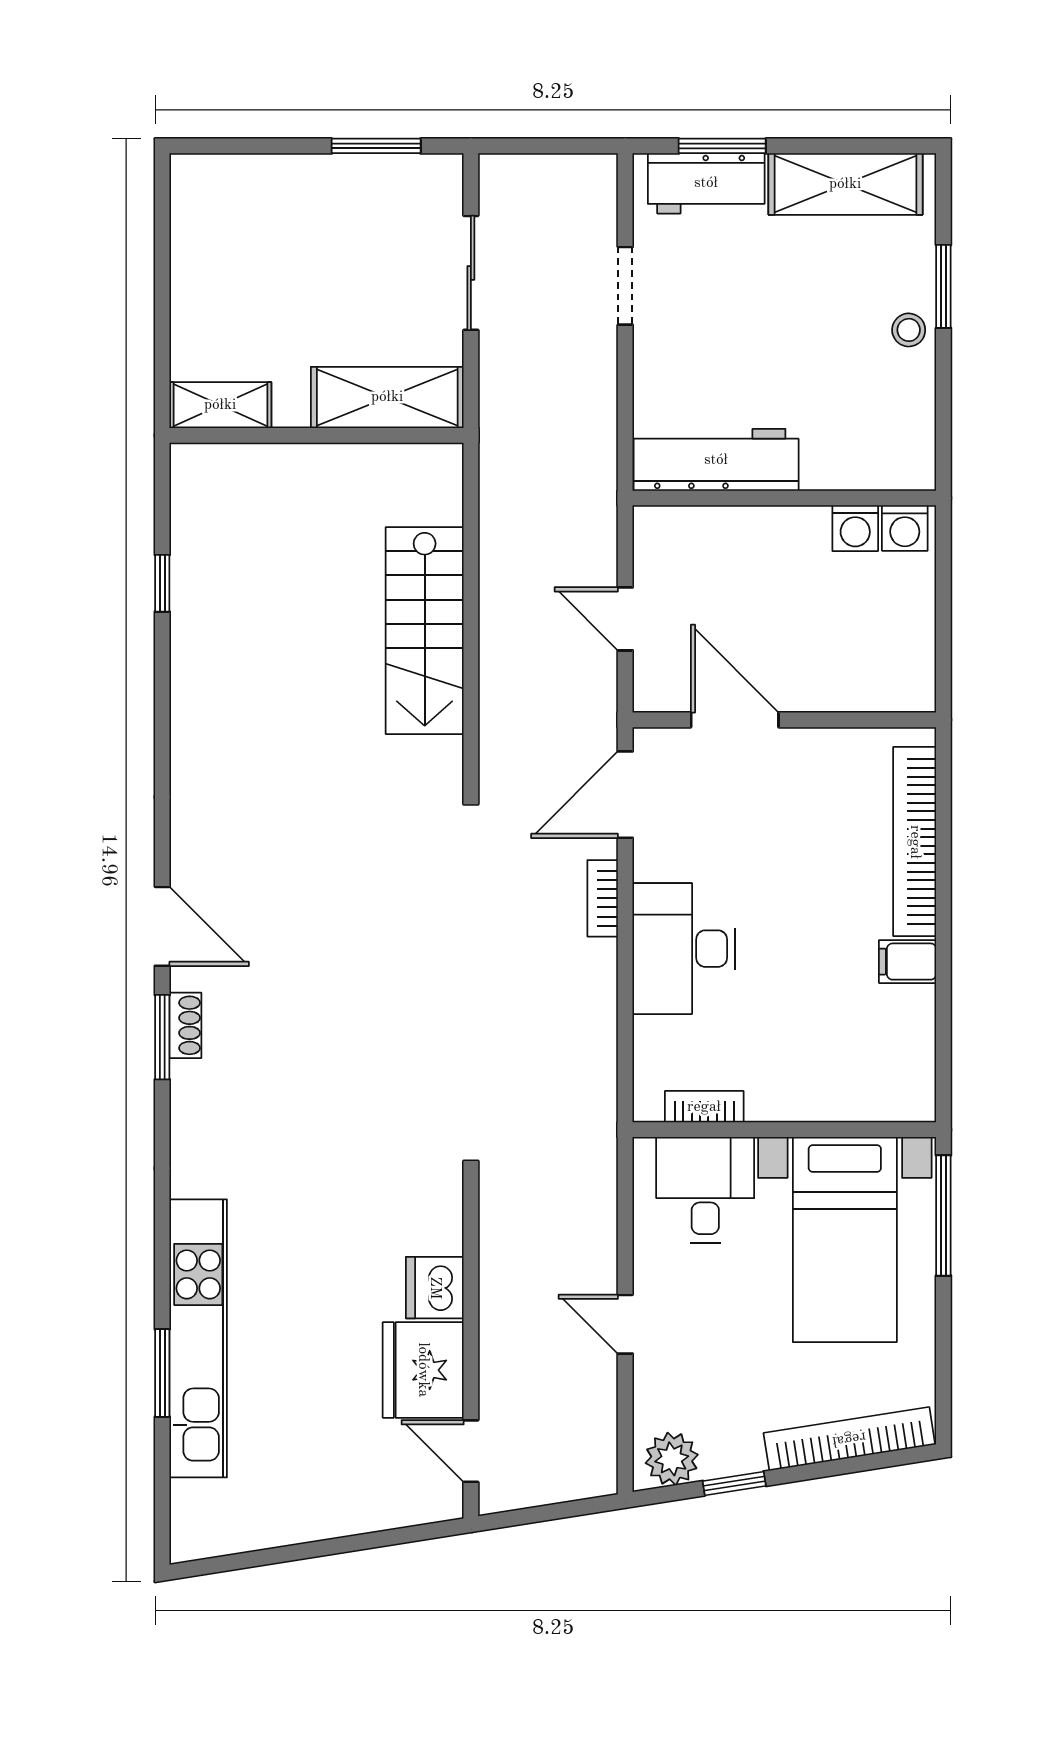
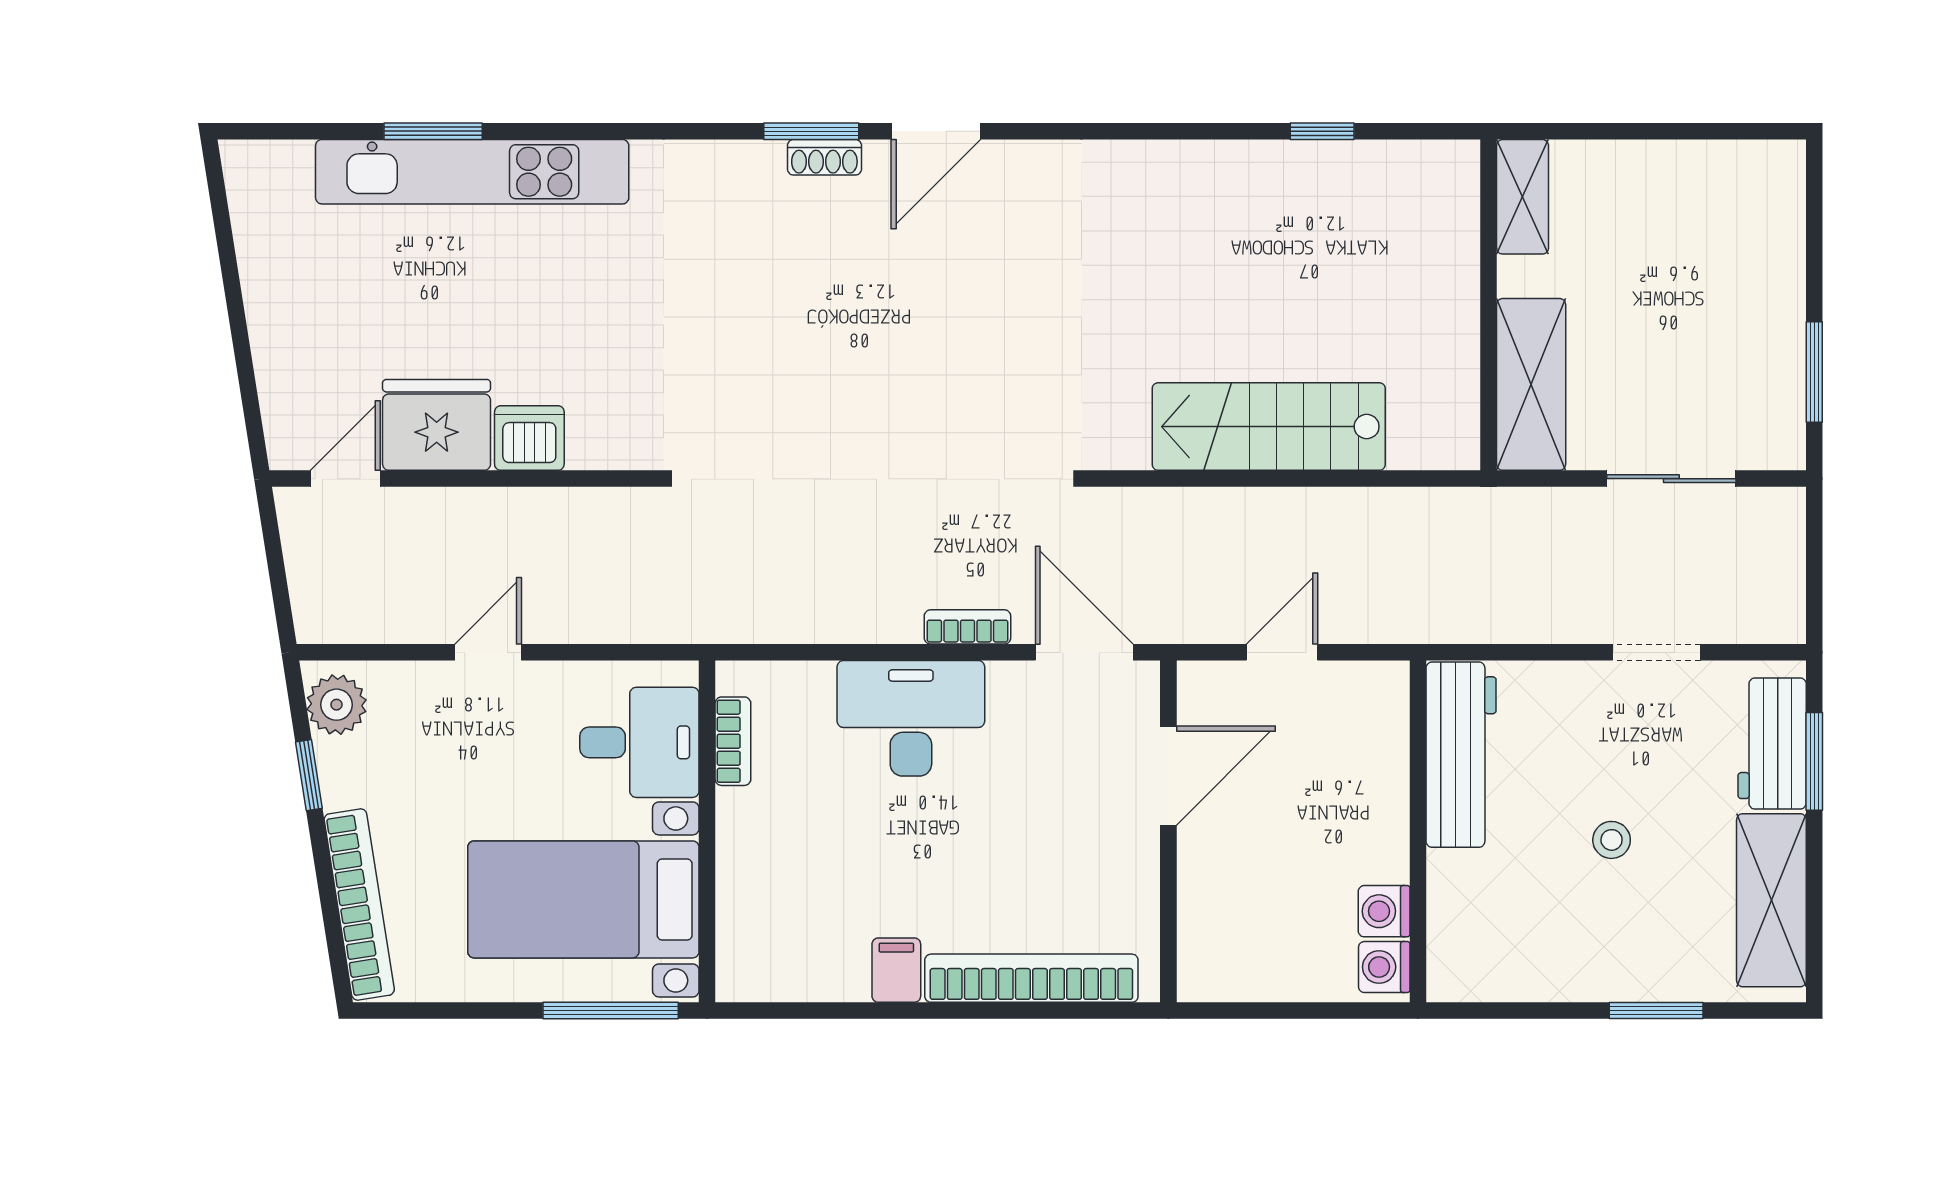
stool: (909, 330) -> (1612, 840), moved

